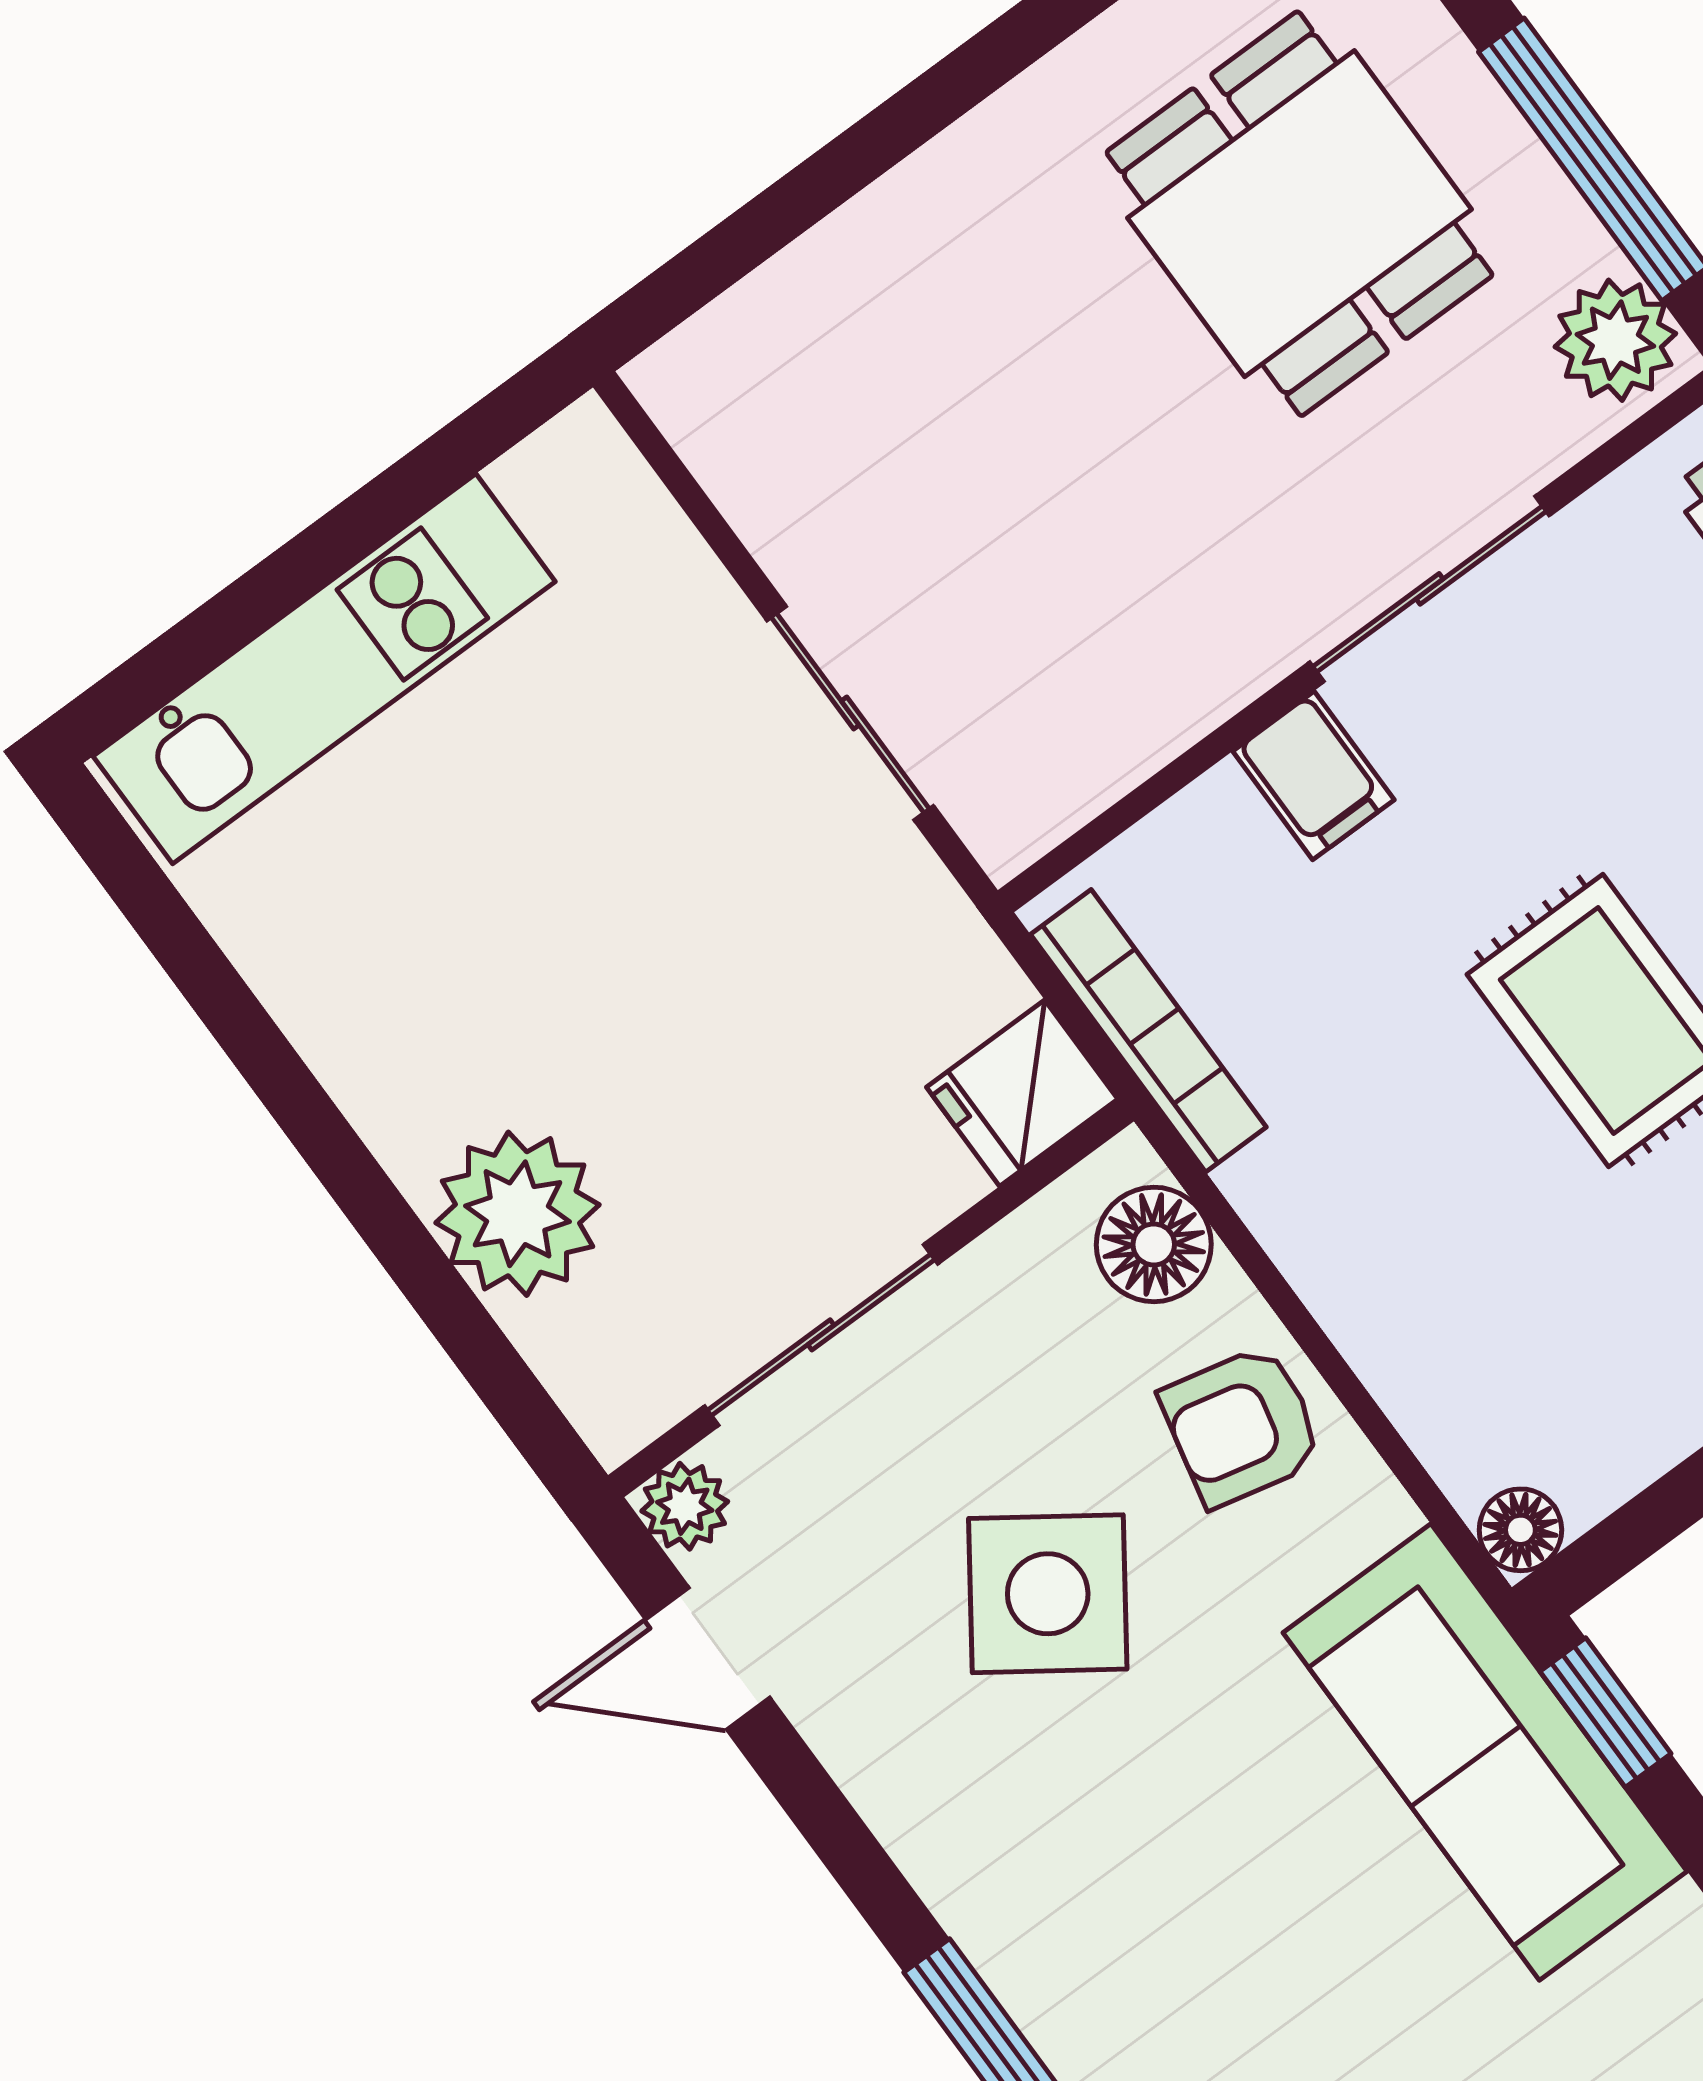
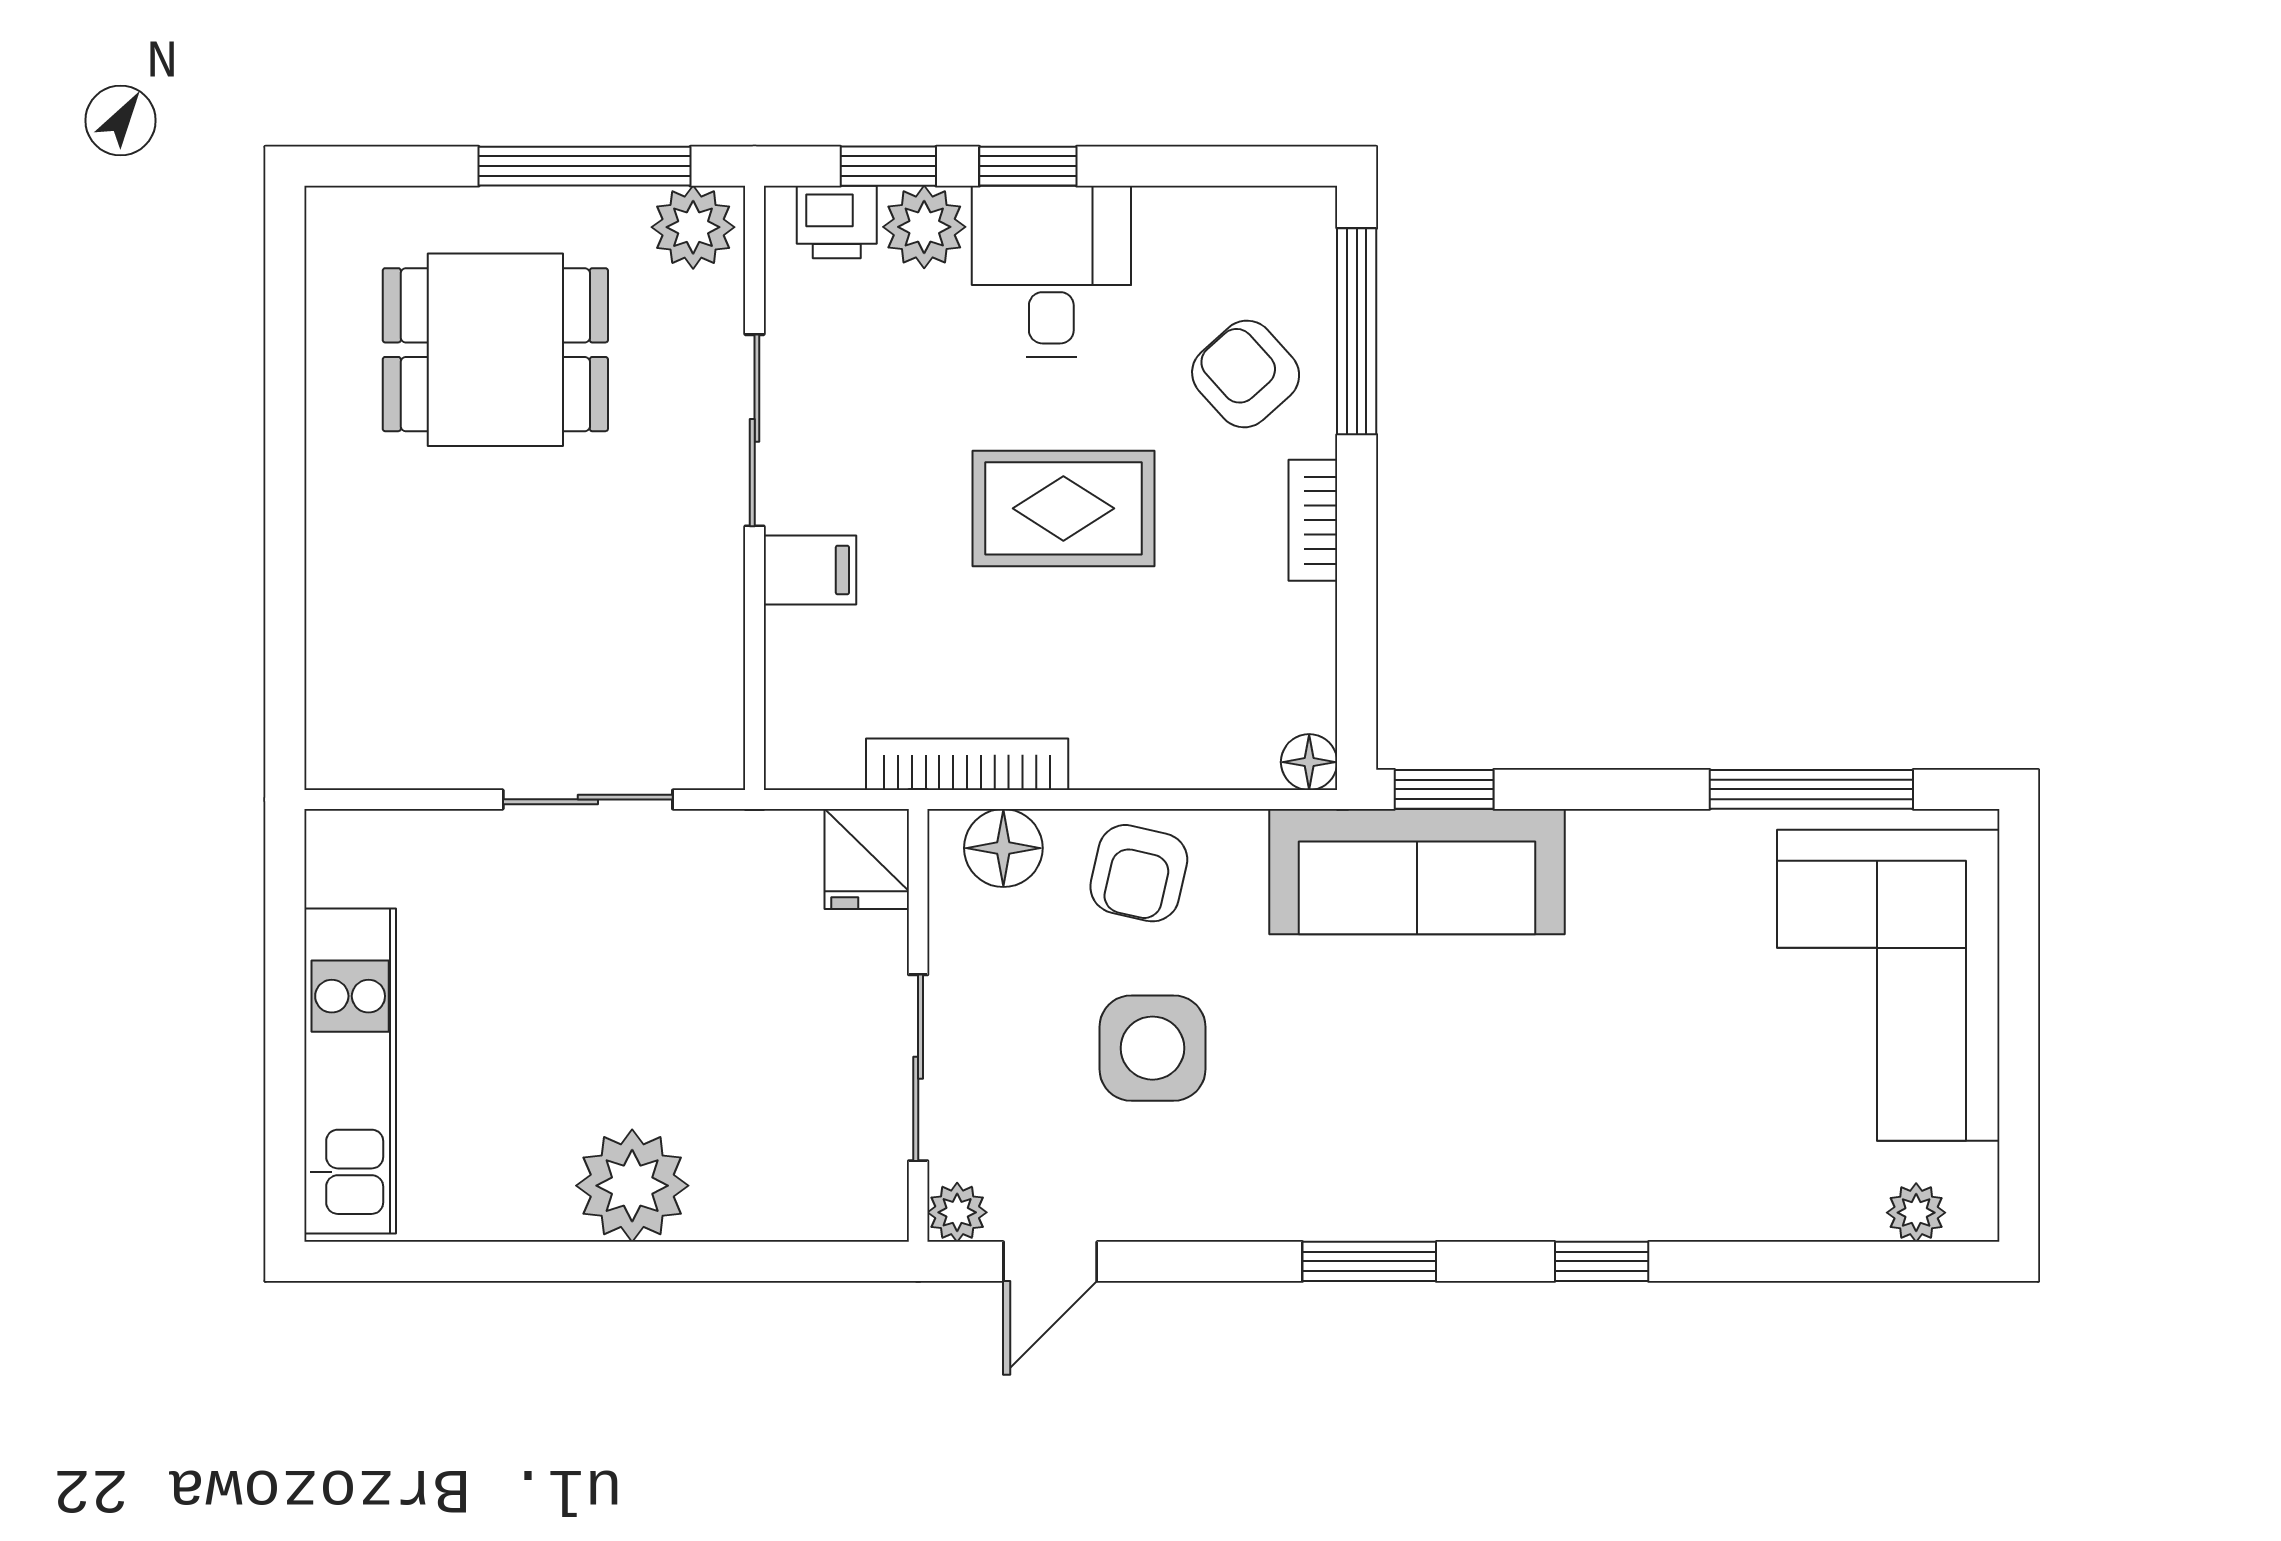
bookcase: (1148, 1031) -> (967, 764), moved
plant: (518, 1214) -> (632, 1186), moved
side table: (1048, 1594) -> (1152, 1048), turned -35

